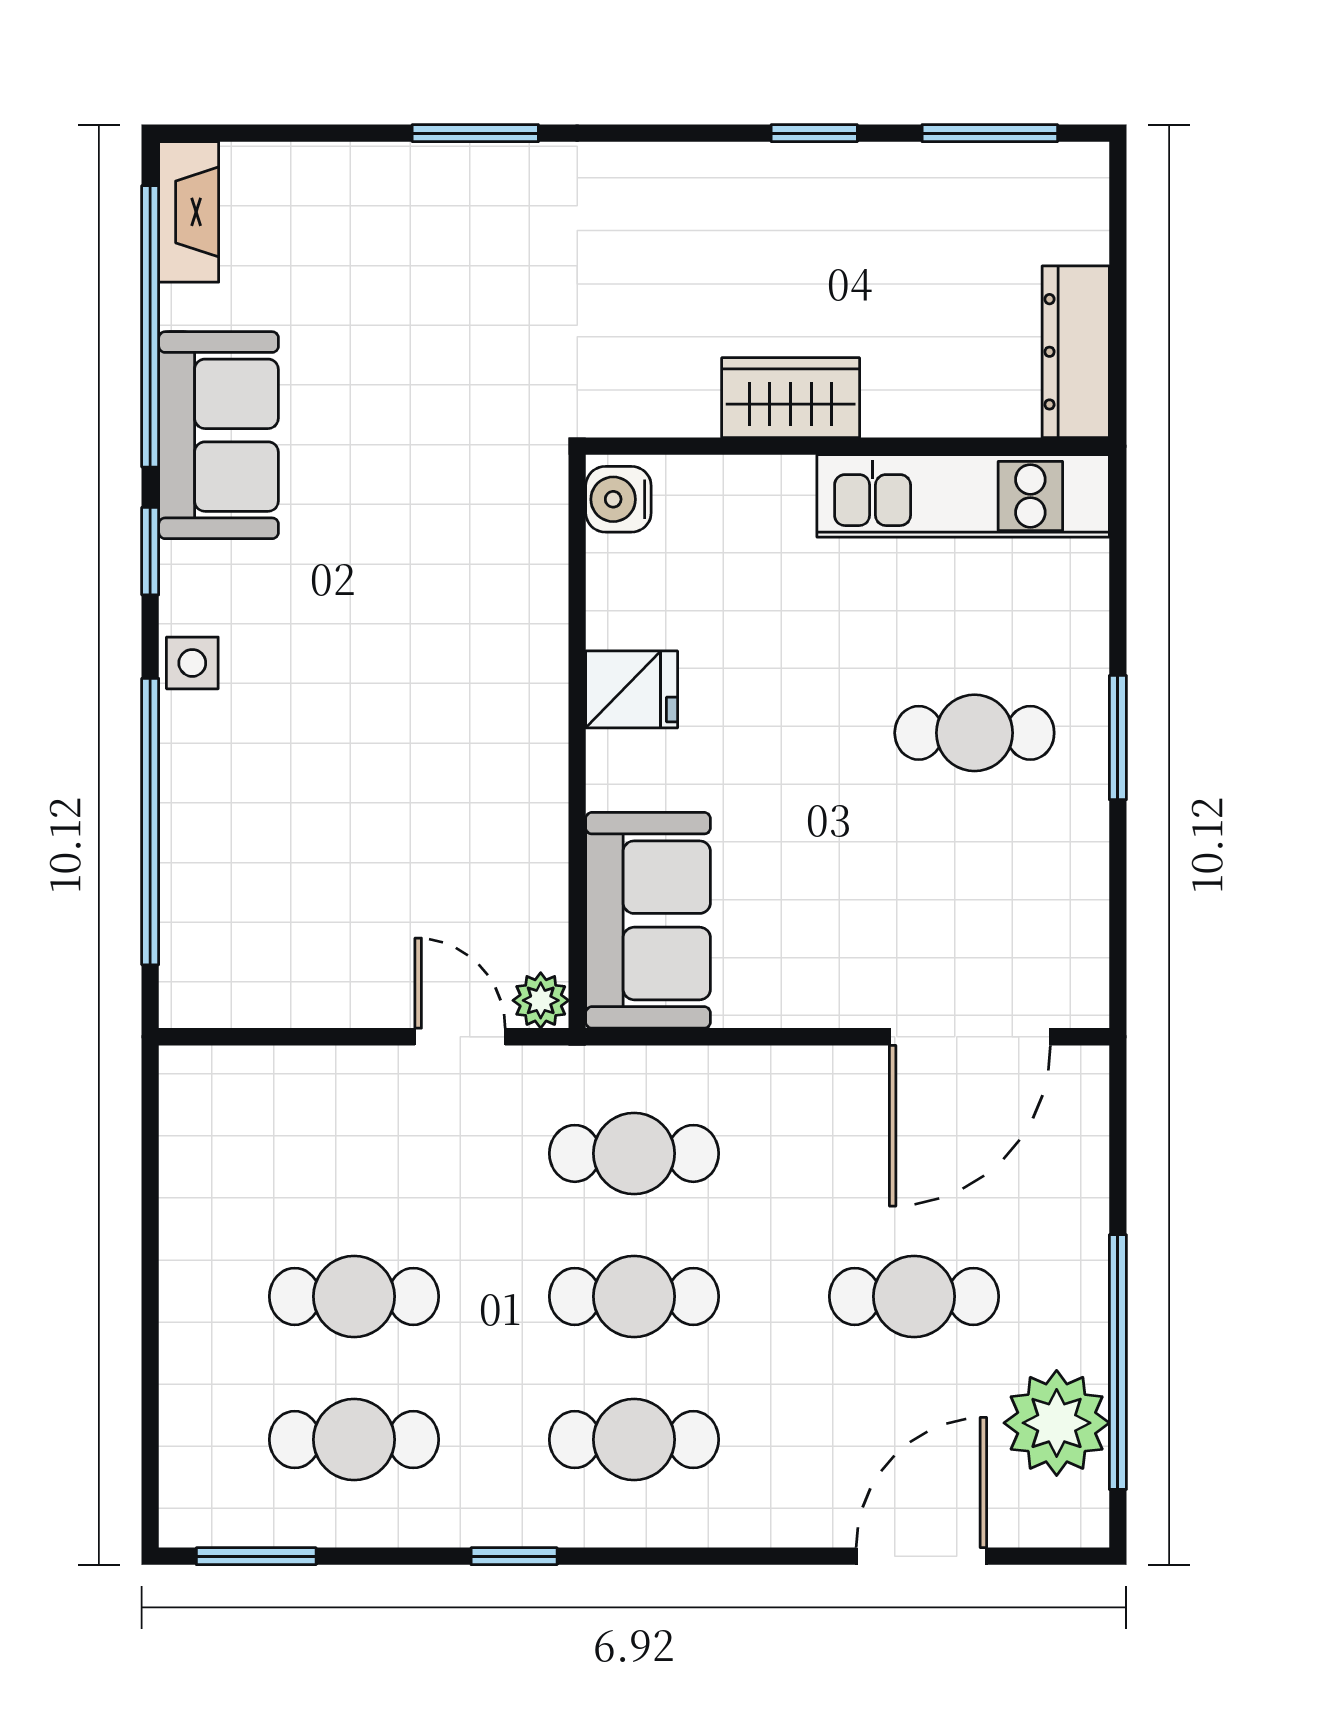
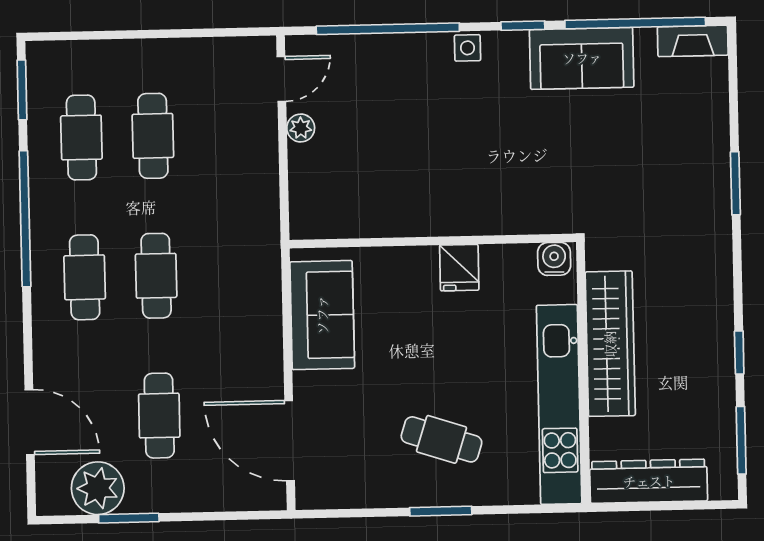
dresser: (1076, 352) -> (649, 481), width x1.37, depth x1.24
wardrobe: (791, 398) -> (610, 344), width x2.10, depth x1.17
kitchen unit: (963, 496) -> (559, 404), width x1.36
cafe table: (974, 733) -> (441, 439), turned -72
sofa: (648, 920) -> (322, 315), moved, turned -90
plant: (541, 1000) -> (301, 128), moved
door: (460, 1037) -> (281, 79), moved
cafe table: (634, 1153) -> (228, 274), removed
window: (1118, 1362) -> (129, 518), width x0.47
window: (514, 1556) -> (25, 219), width x3.17

